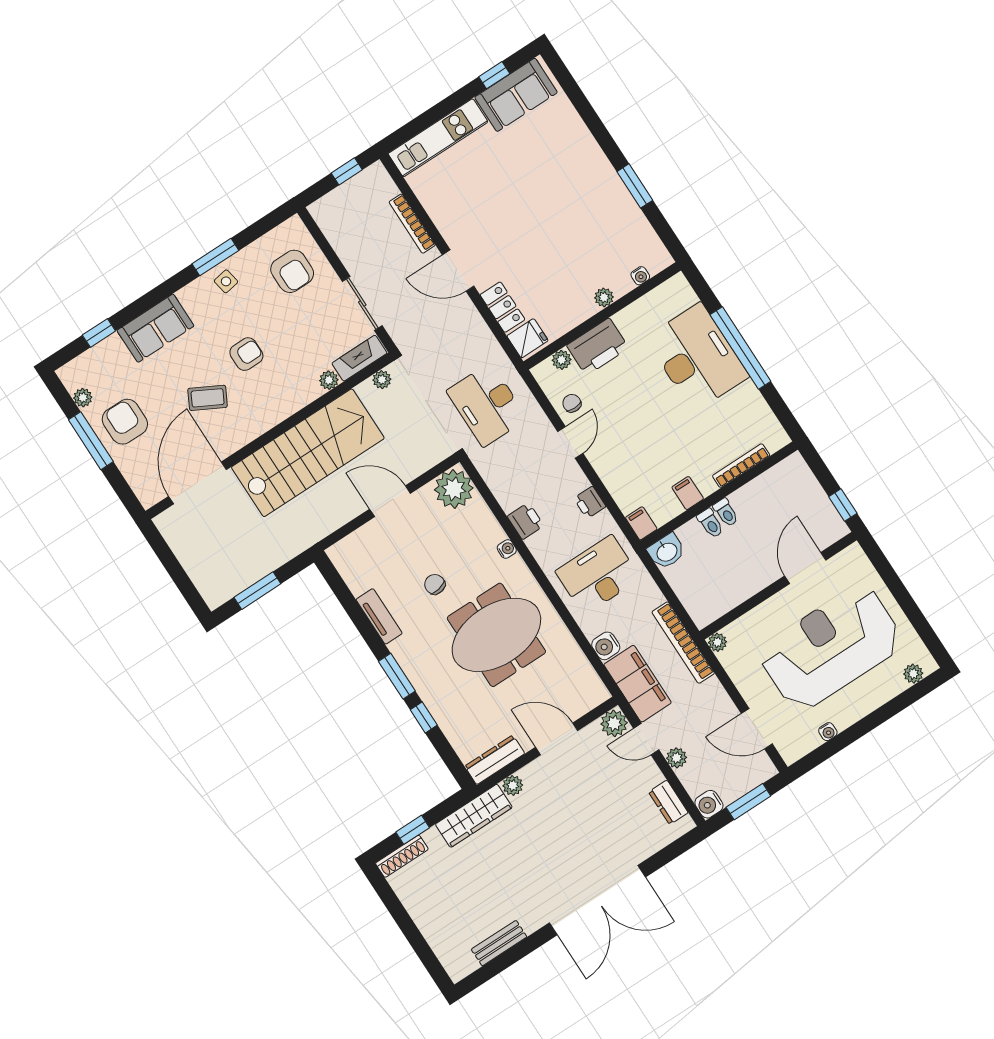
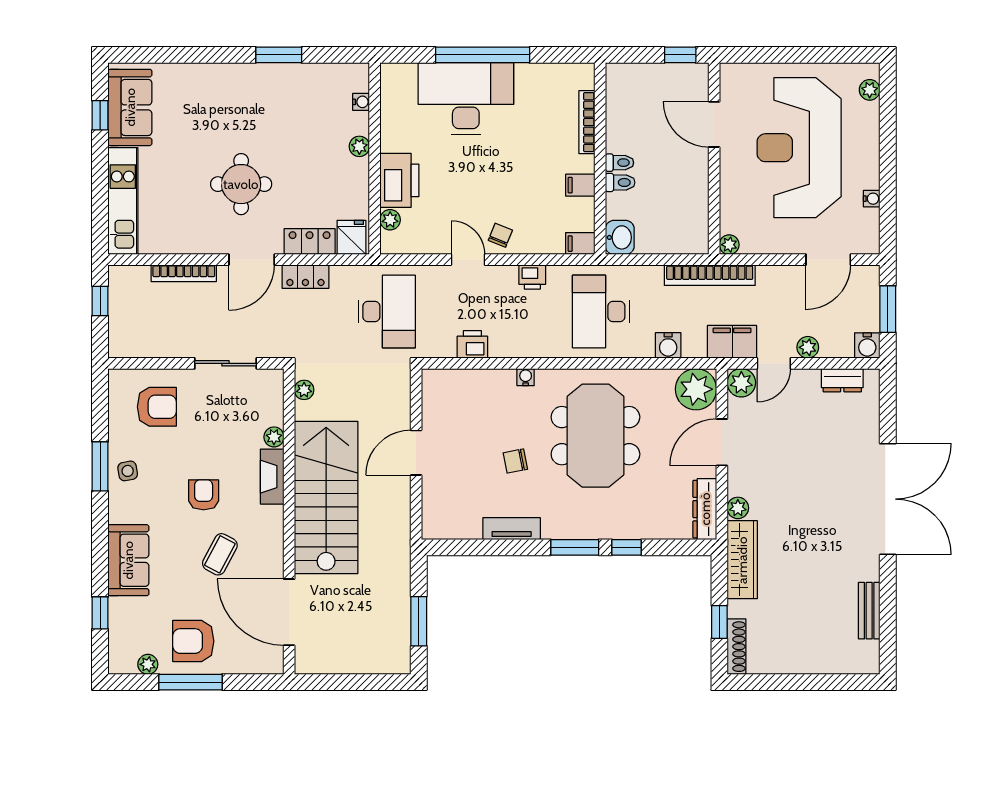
round table: (513, 223) -> (241, 184), added
locker: (473, 322) -> (305, 277), added
fireplace: (359, 358) -> (272, 477), moved
chair: (572, 403) -> (500, 235), moved, turned 112
desk: (487, 405) -> (387, 312), turned -90
plant: (454, 489) -> (696, 389), moved
printer: (526, 521) -> (472, 344), moved
filing cabinet: (638, 684) -> (732, 342), width x0.67, depth x0.86

